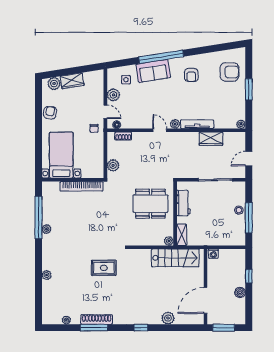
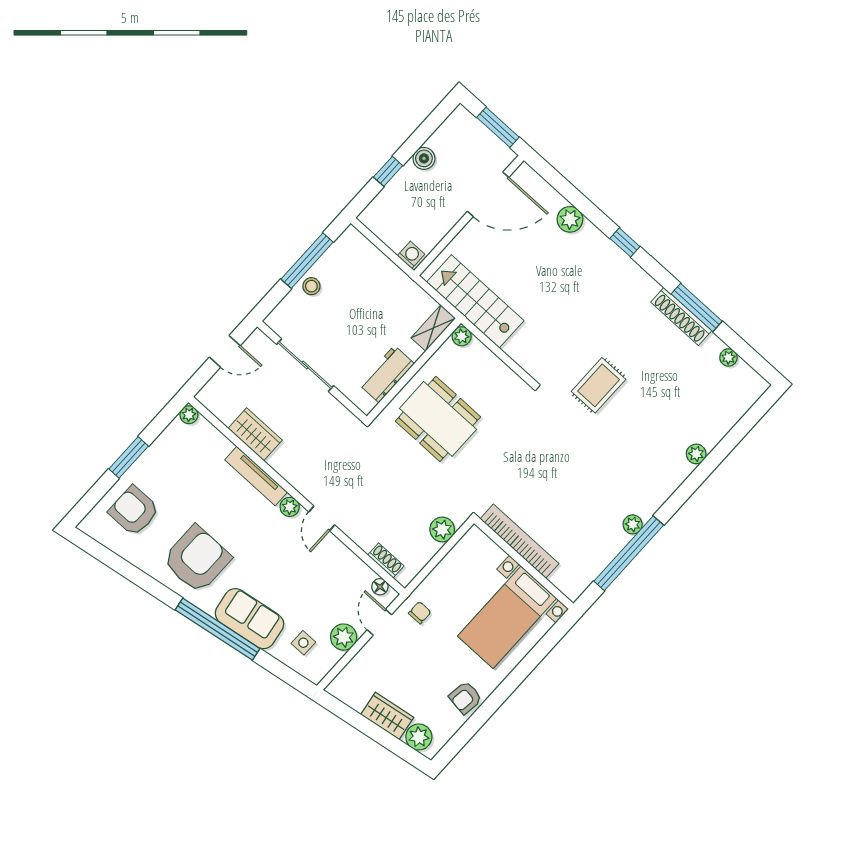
armchair: (191, 75) -> (197, 559), width x1.88, depth x1.88
rug: (104, 268) -> (599, 385), turned 90

